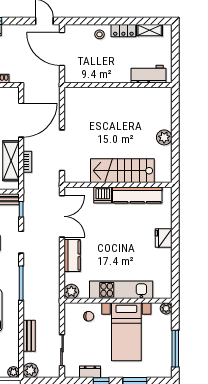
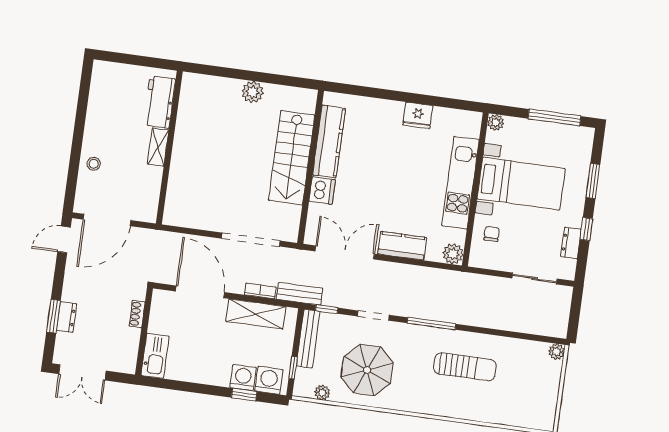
shelving: (150, 30) -> (158, 147), moved
locker: (123, 31) -> (93, 129), removed
fridge: (164, 238) -> (418, 115), moved
bench: (29, 336) -> (299, 294), moved
plant: (30, 370) -> (557, 327), removed

